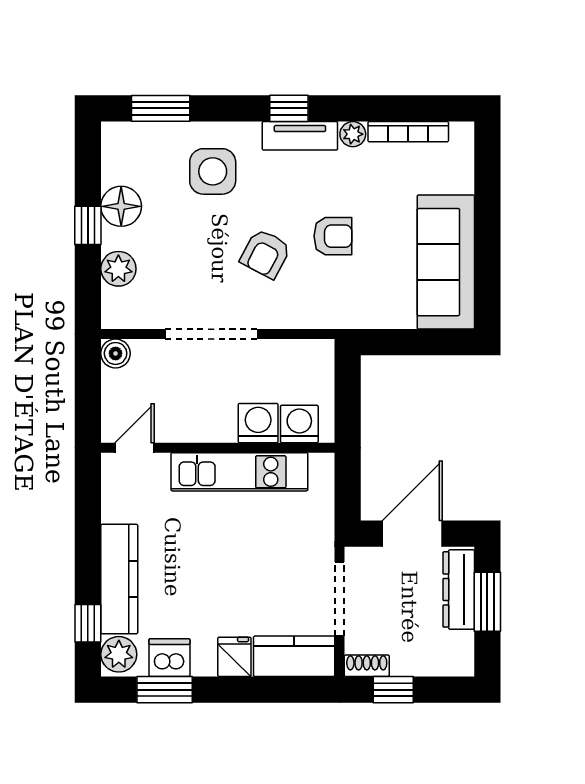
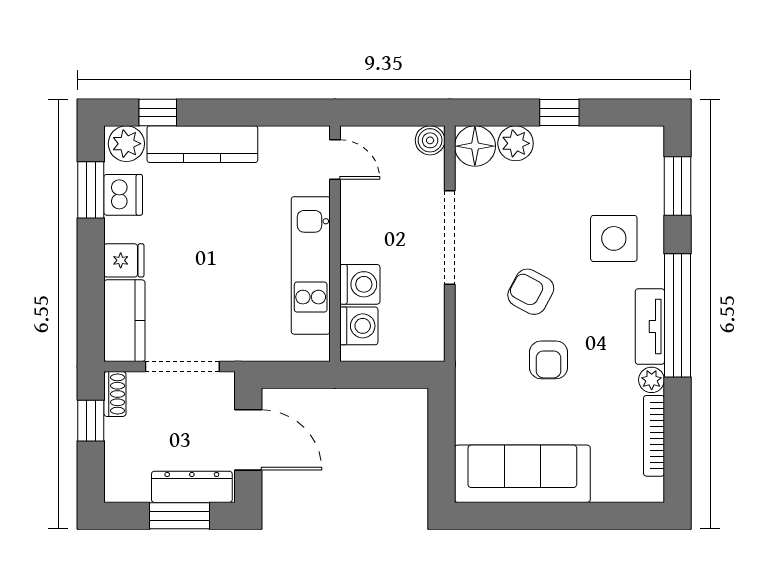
window: (289, 108) -> (677, 315), width x3.17
floor lamp: (121, 206) -> (475, 146), moved

